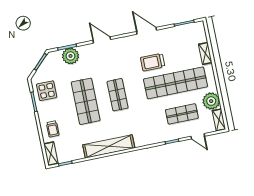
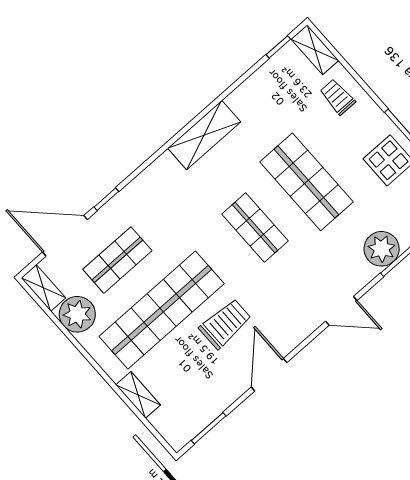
door: (147, 31) -> (269, 375), swing flipped
door: (198, 136) -> (65, 236), width x1.87
shelving: (109, 146) -> (204, 135), width x0.68

